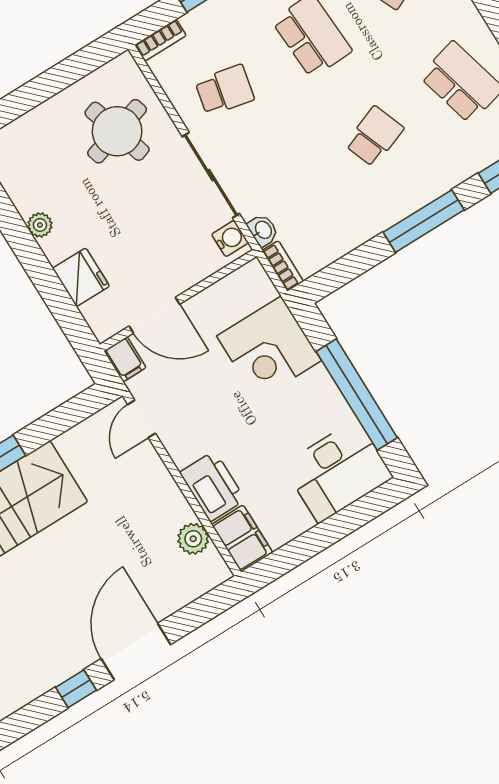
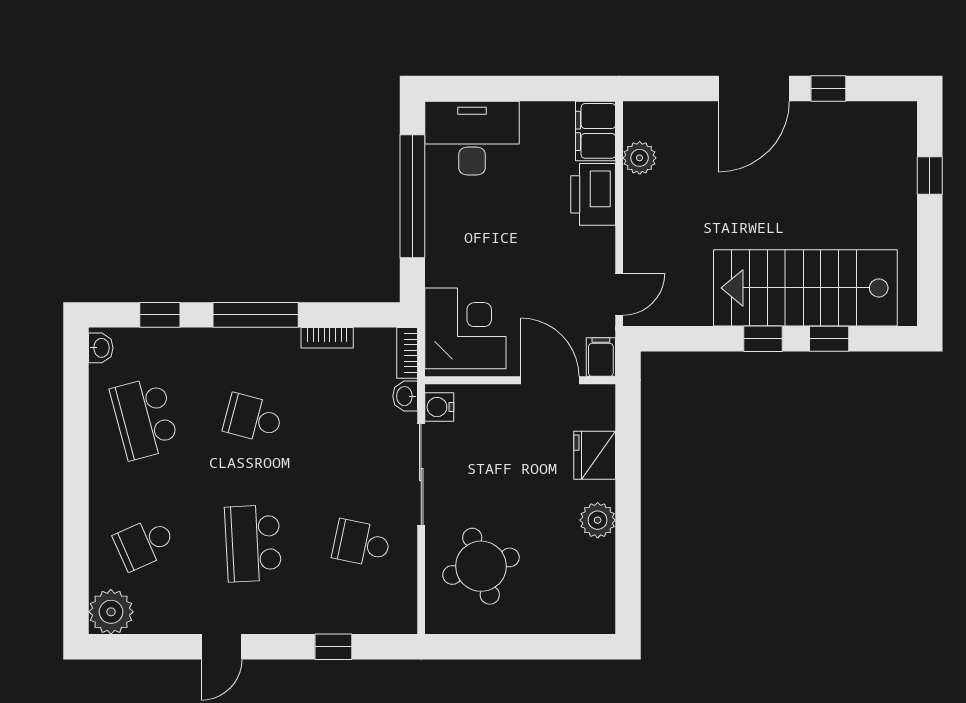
bookcase: (160, 40) -> (327, 338), moved, turned 180
school desk: (374, 136) -> (253, 418), turned 36
plant: (40, 225) -> (598, 520), width x1.38, depth x1.38
corner desk: (269, 348) -> (465, 328), moved

